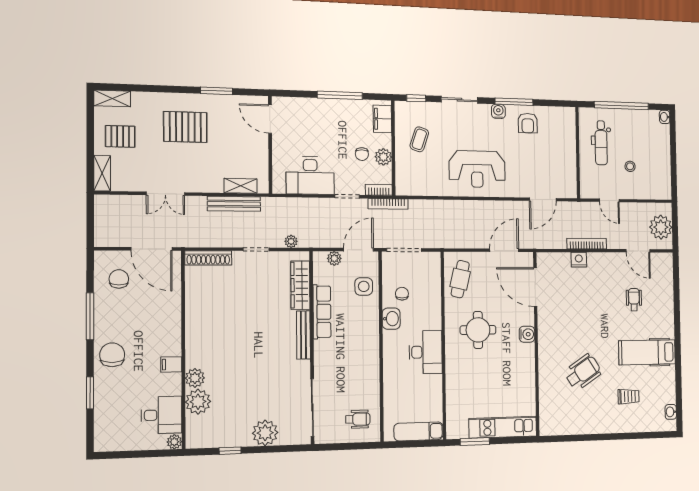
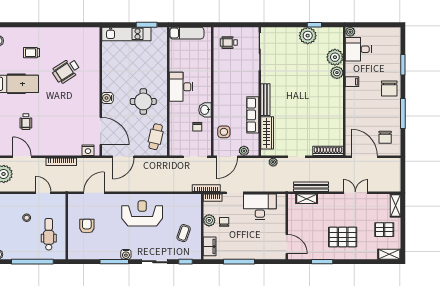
armchair: (528, 123) -> (87, 226), moved
nightstand: (579, 260) -> (88, 150), moved
plant: (265, 433) -> (308, 36), moved

